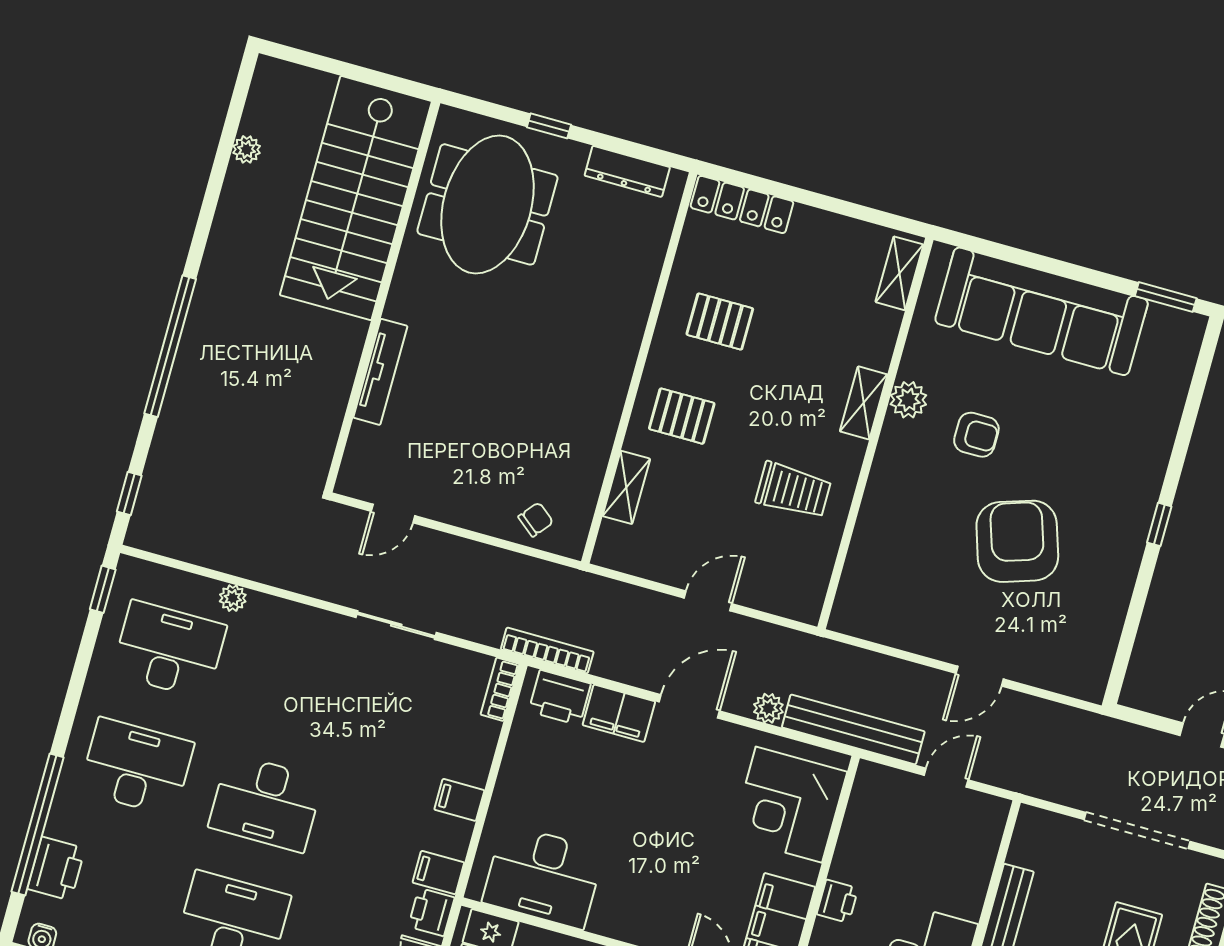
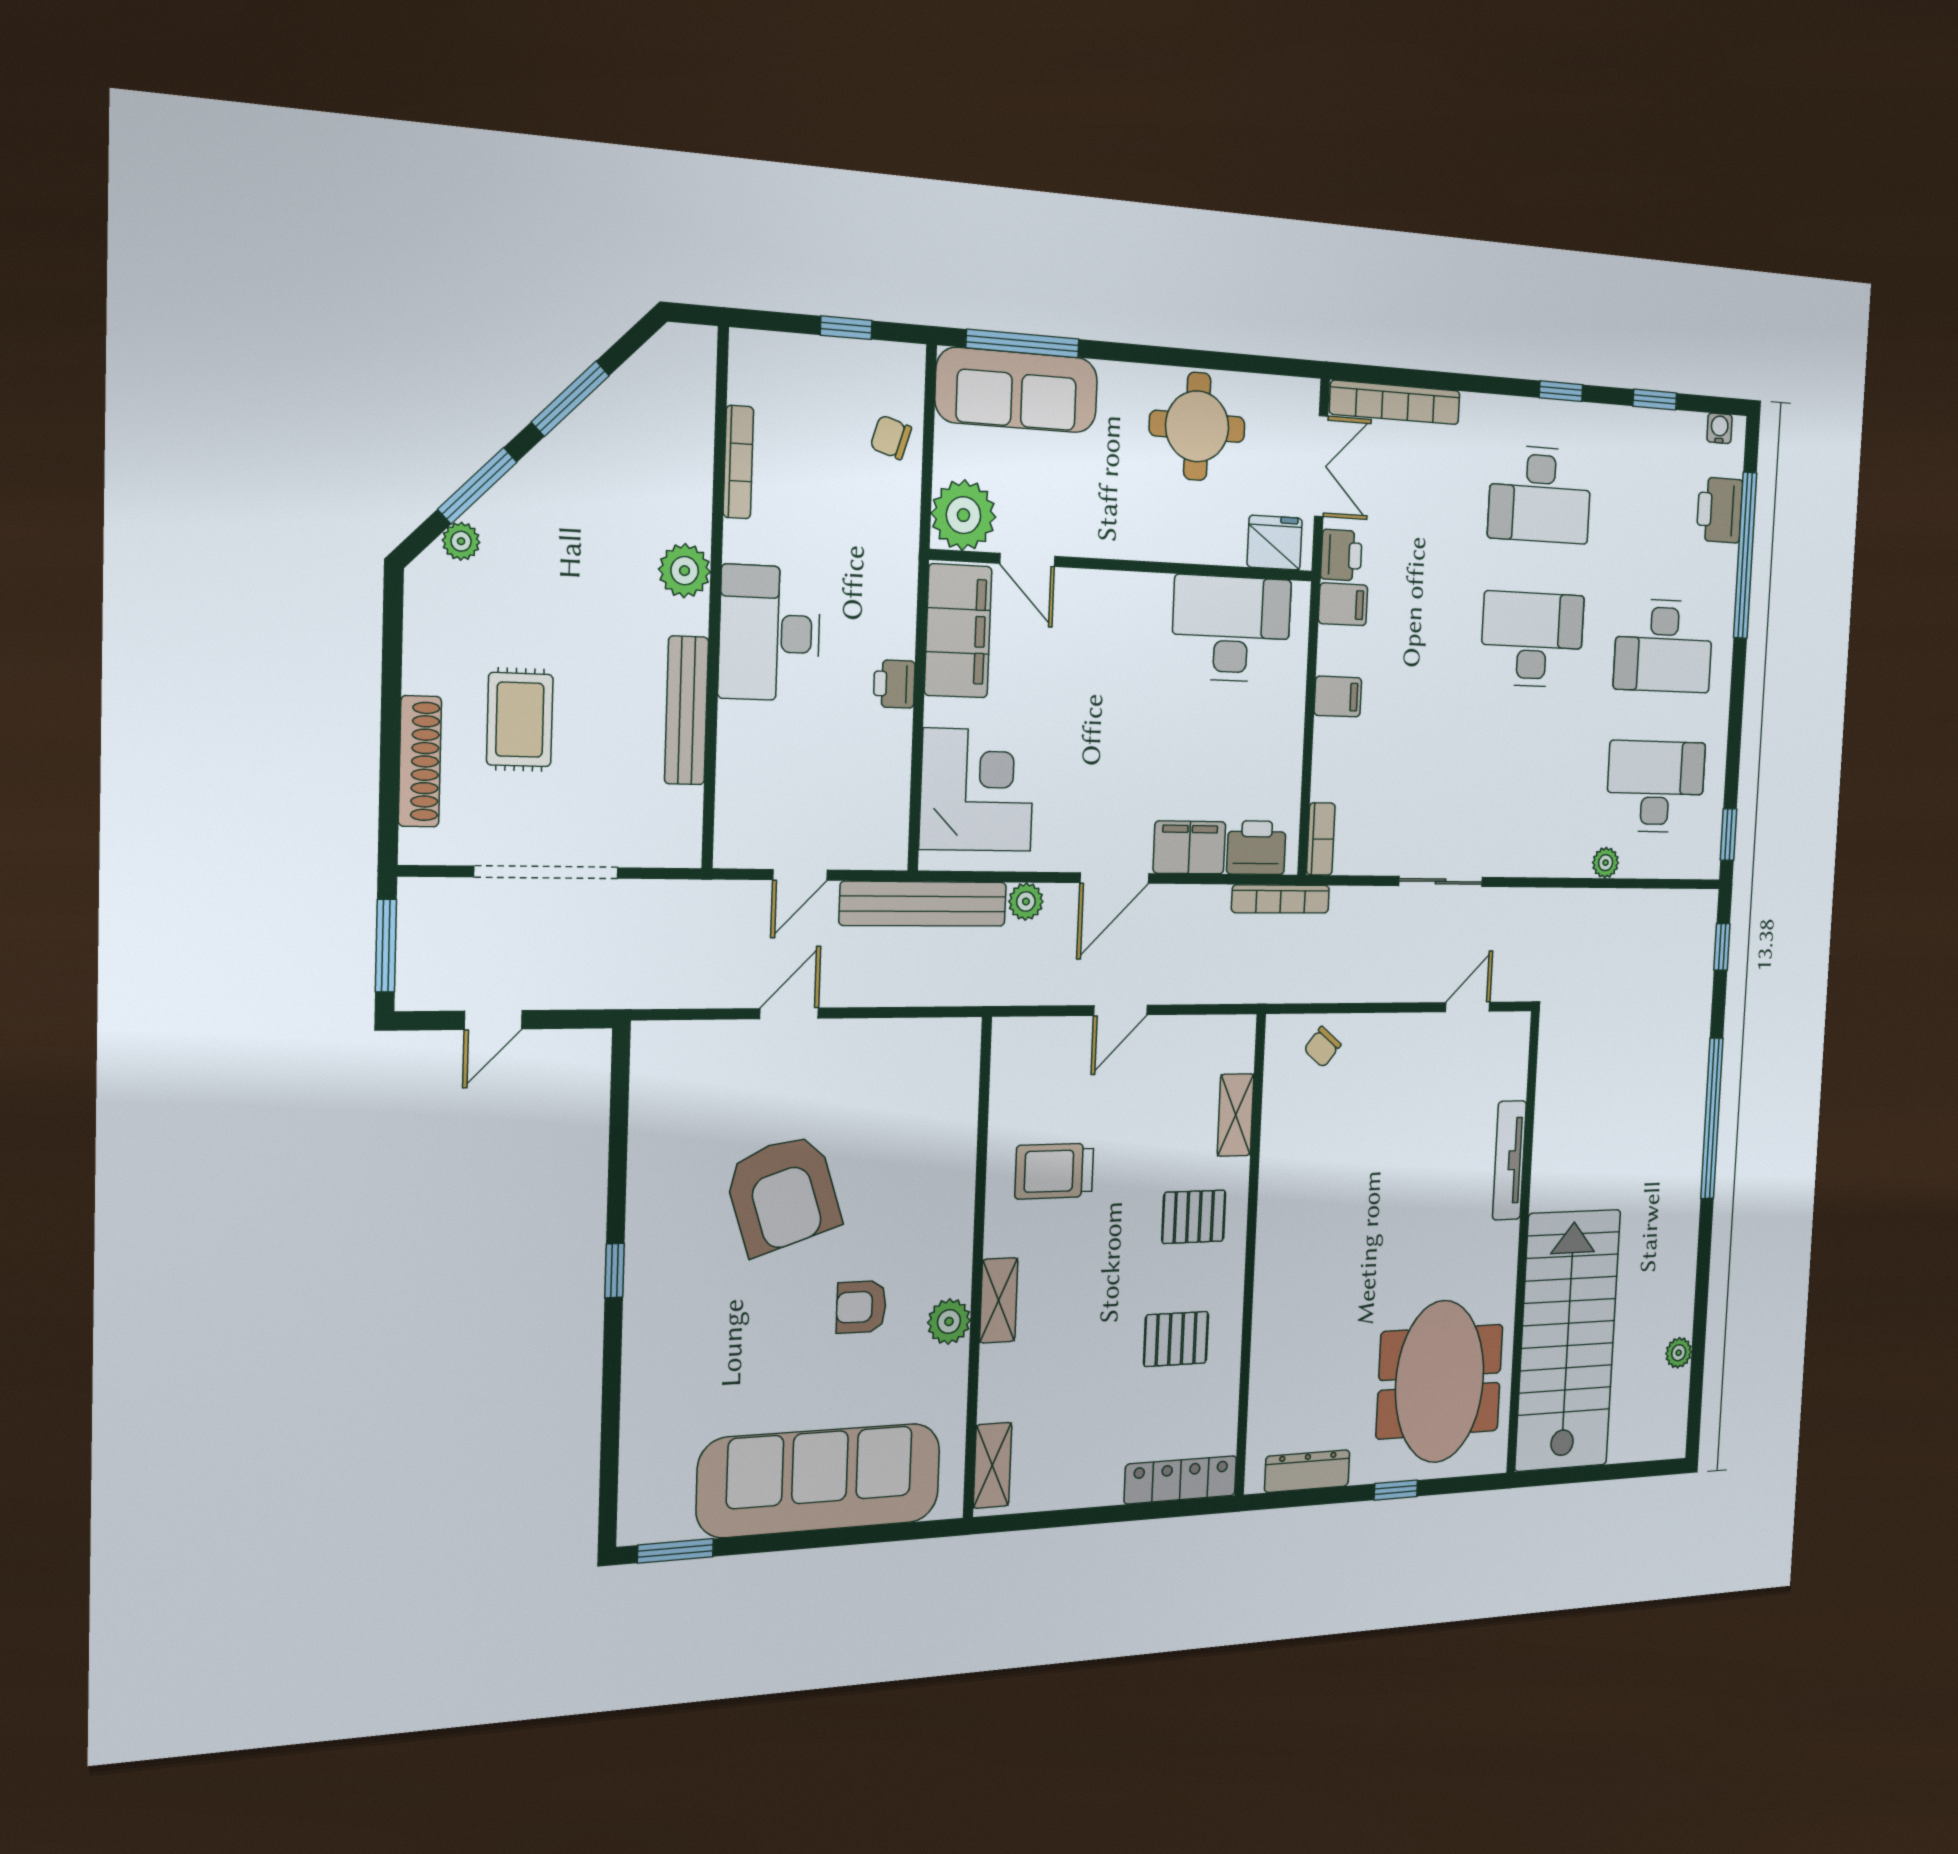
desk: (169, 650) -> (1656, 787), turned 180

